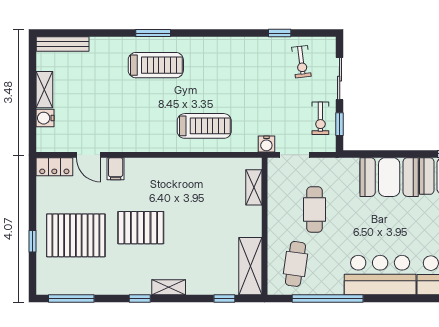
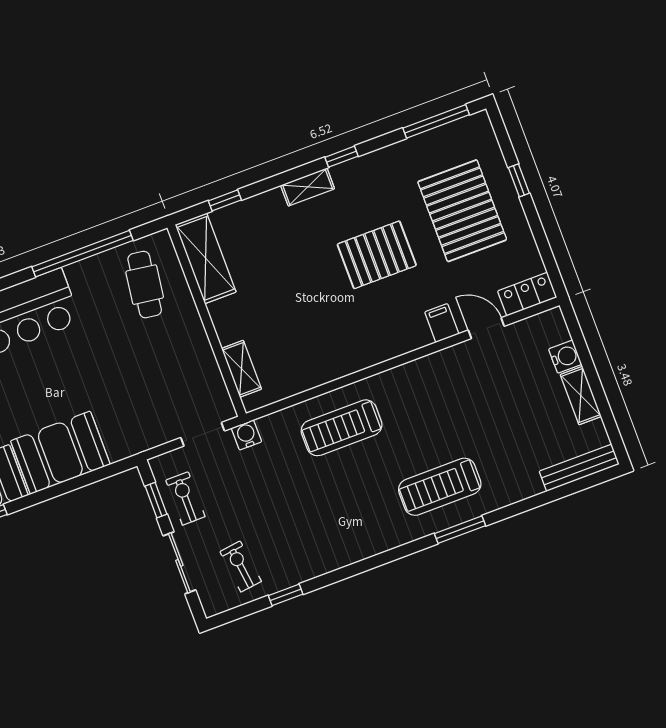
cafe table: (314, 209) -> (147, 370), removed
pallet: (76, 235) -> (462, 211), turned 90

